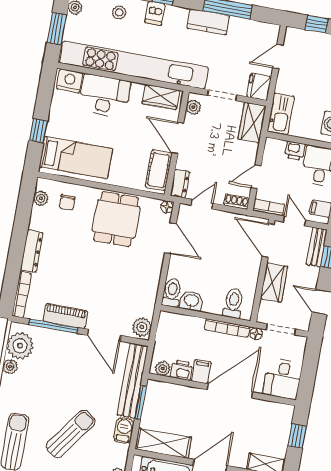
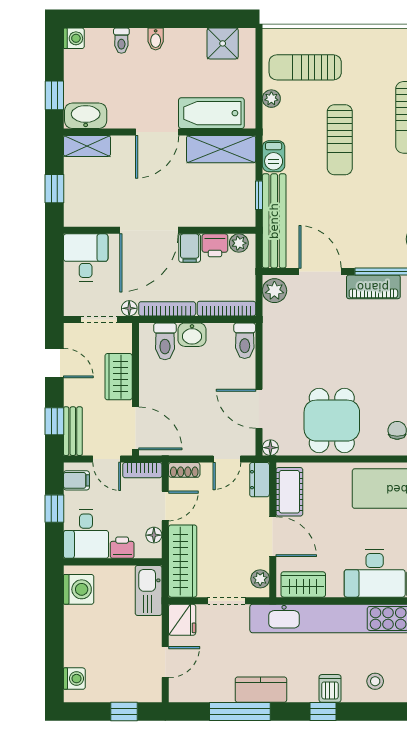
wardrobe: (252, 123) -> (183, 561), width x1.50
floor lamp: (269, 156) -> (154, 535), added
washbasin: (191, 301) -> (192, 335), moved
bookcase: (181, 320) -> (226, 309), added
window: (141, 402) -> (259, 195), width x0.67
sun lounger: (71, 434) -> (340, 140), turned -36

